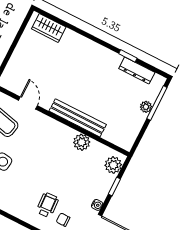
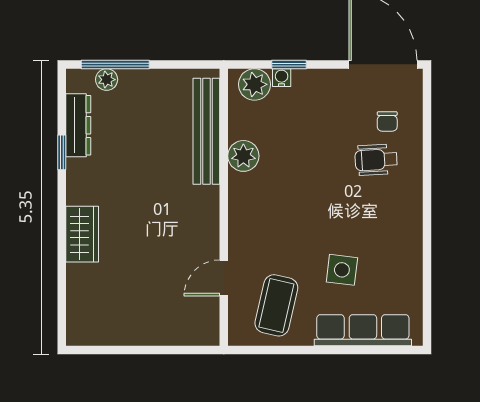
wardrobe: (49, 28) -> (82, 234), moved
plant: (146, 107) -> (107, 80), moved
bench: (78, 118) -> (206, 131), moved
water cooler: (97, 205) -> (282, 78), moved

